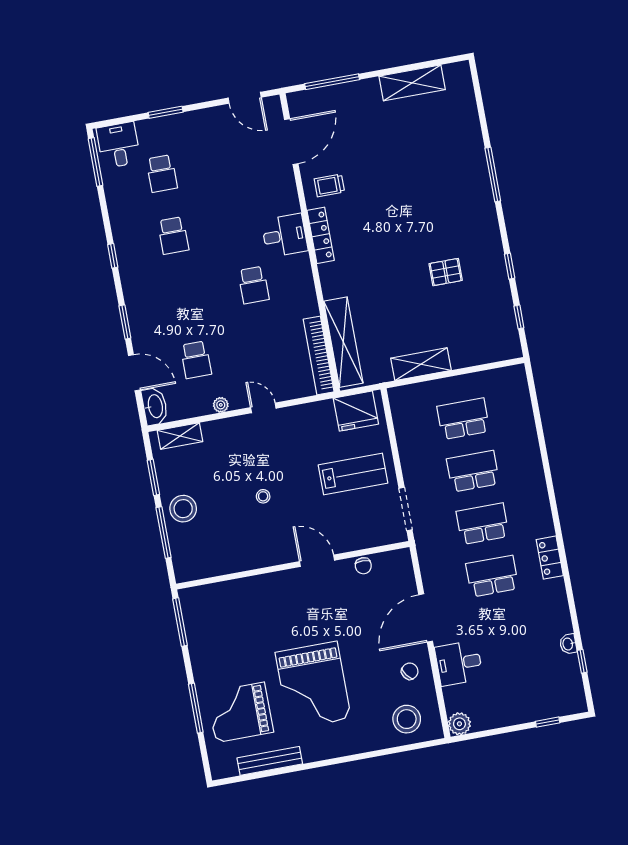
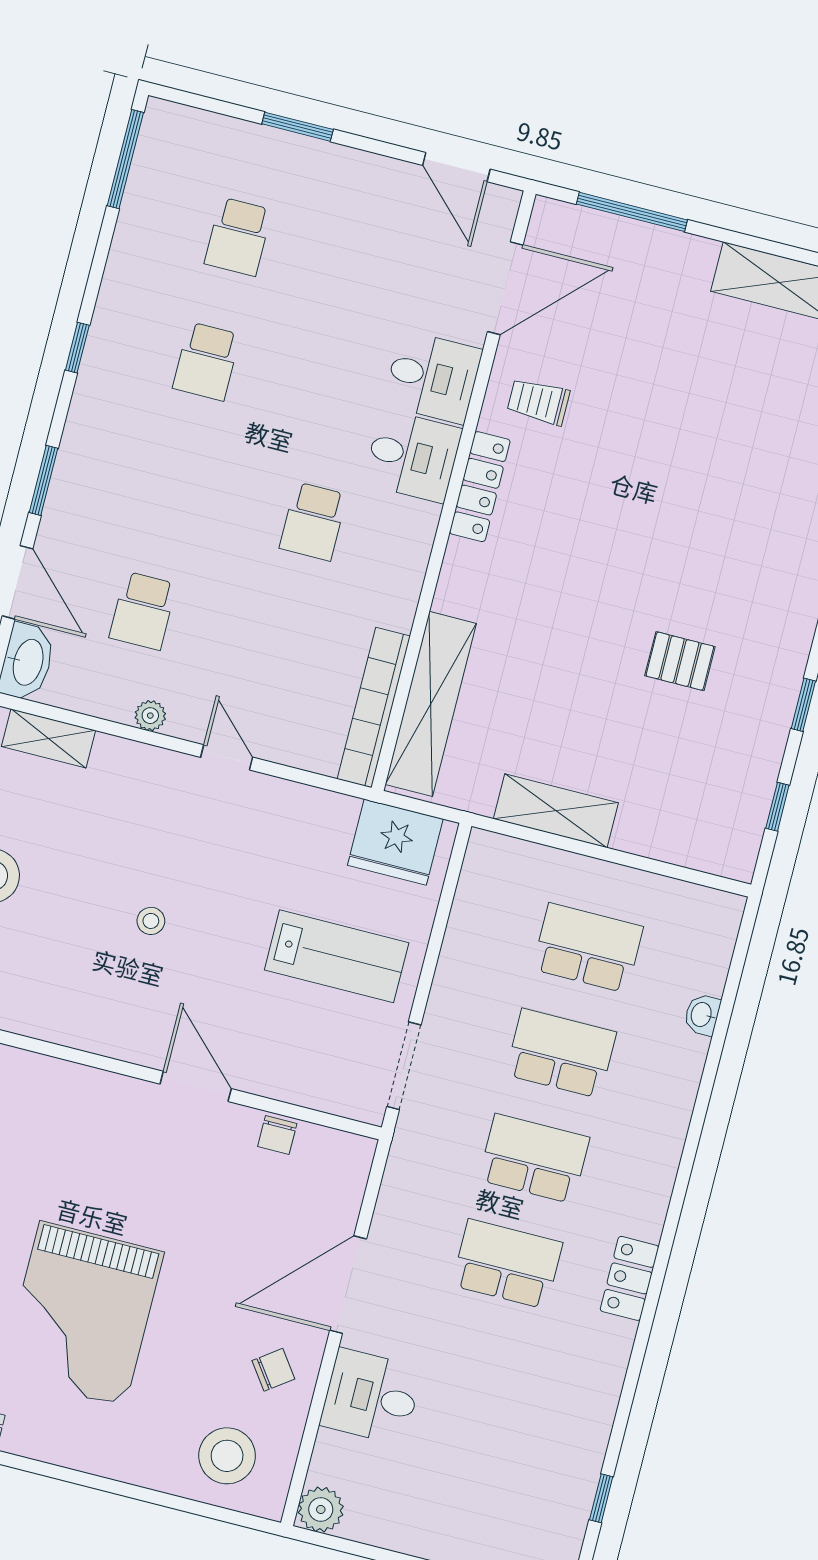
desk: (119, 145) -> (433, 377), moved, turned 90
washbasin: (568, 644) -> (702, 1015), moved

